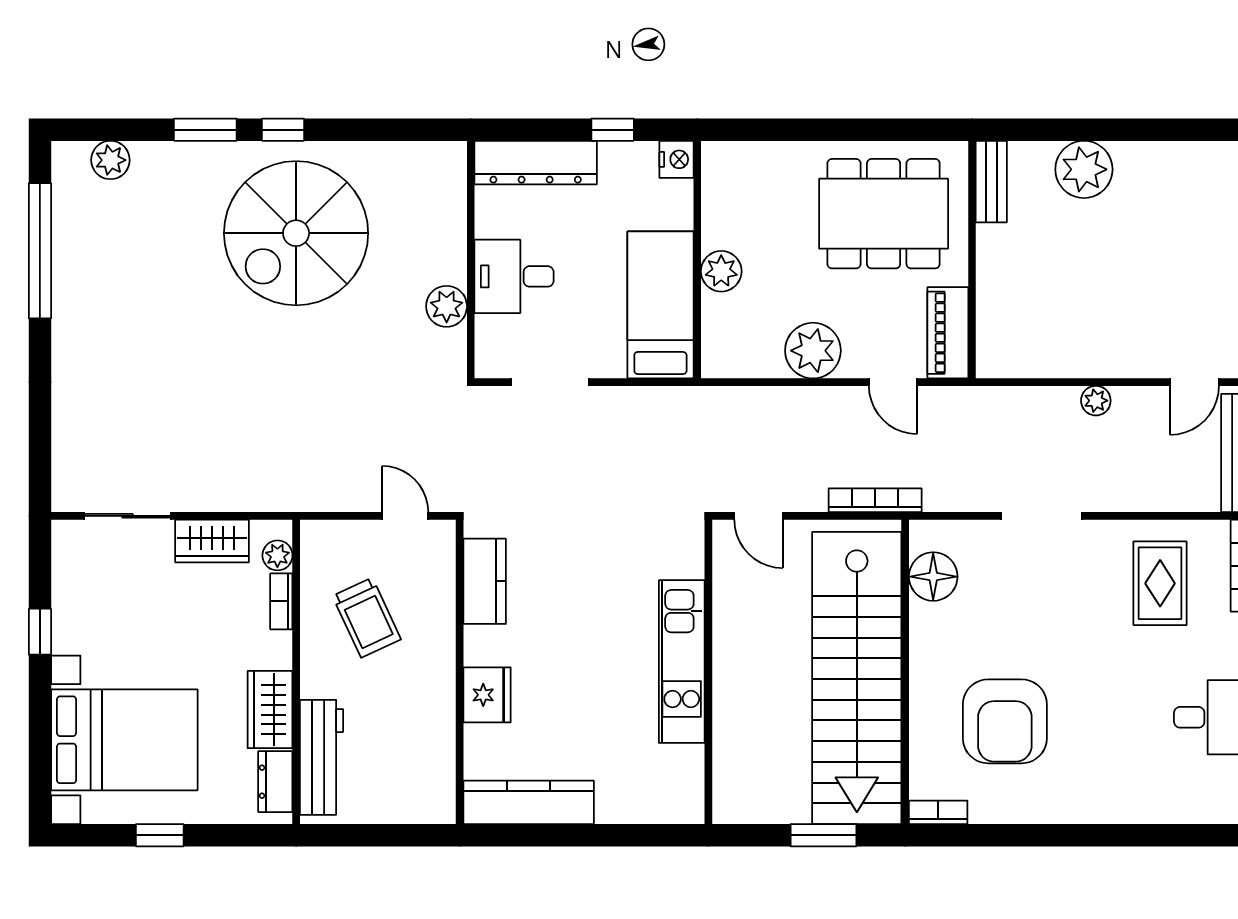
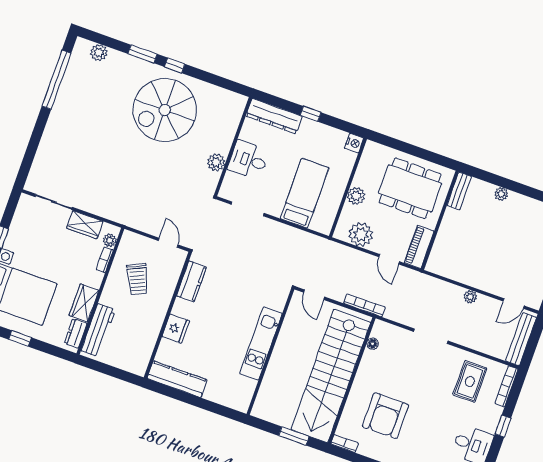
nightstand: (676, 159) -> (354, 143), moved
plant: (1084, 169) -> (501, 194), width x0.53, depth x0.53
wall: (697, 260) -> (348, 188), moved
plant: (721, 271) -> (356, 196), moved
floor lamp: (933, 577) -> (373, 344), width x0.53, depth x0.53

